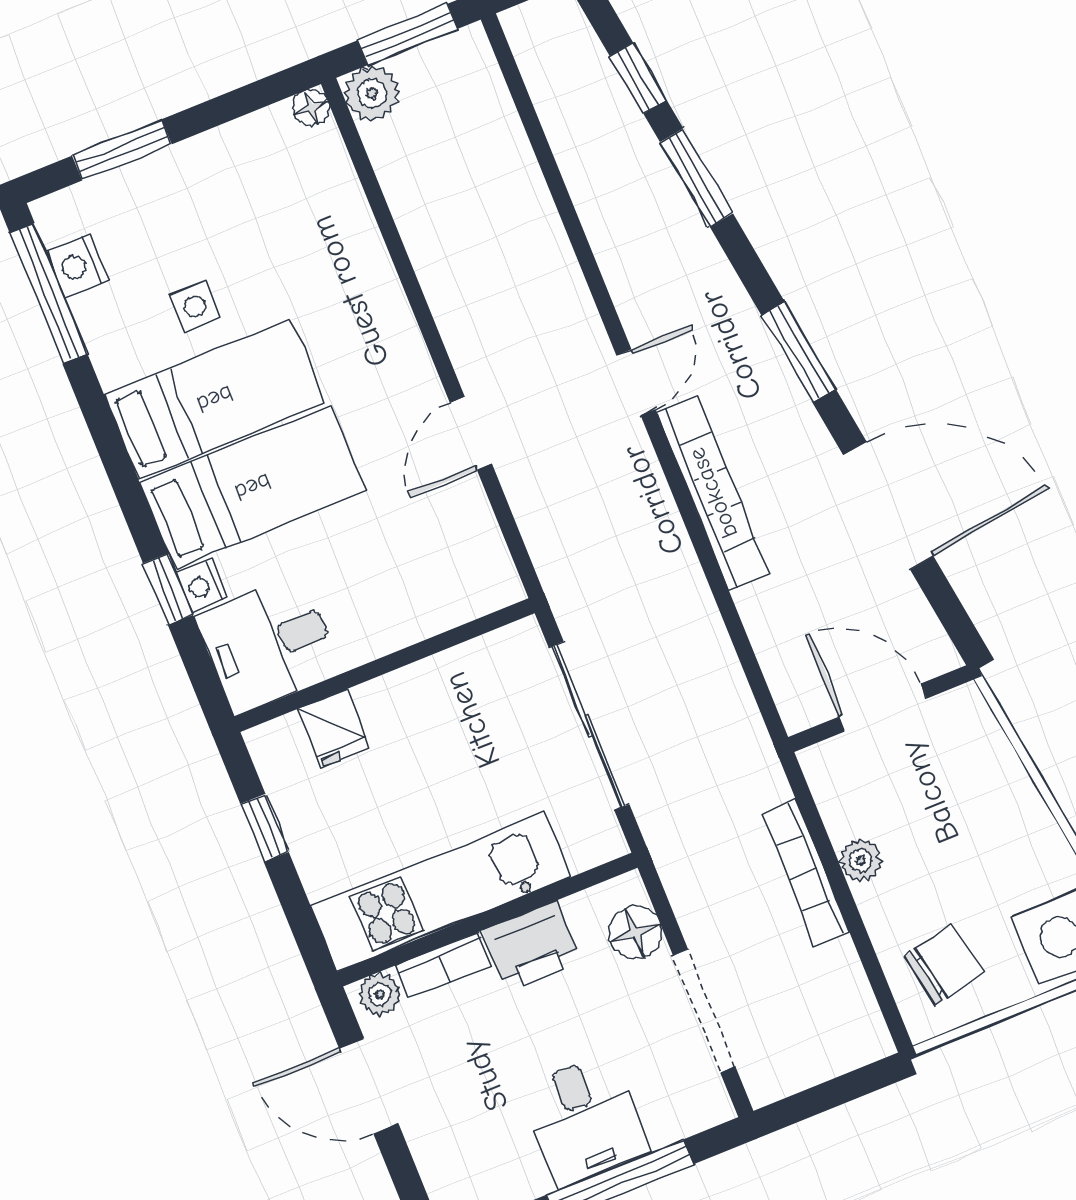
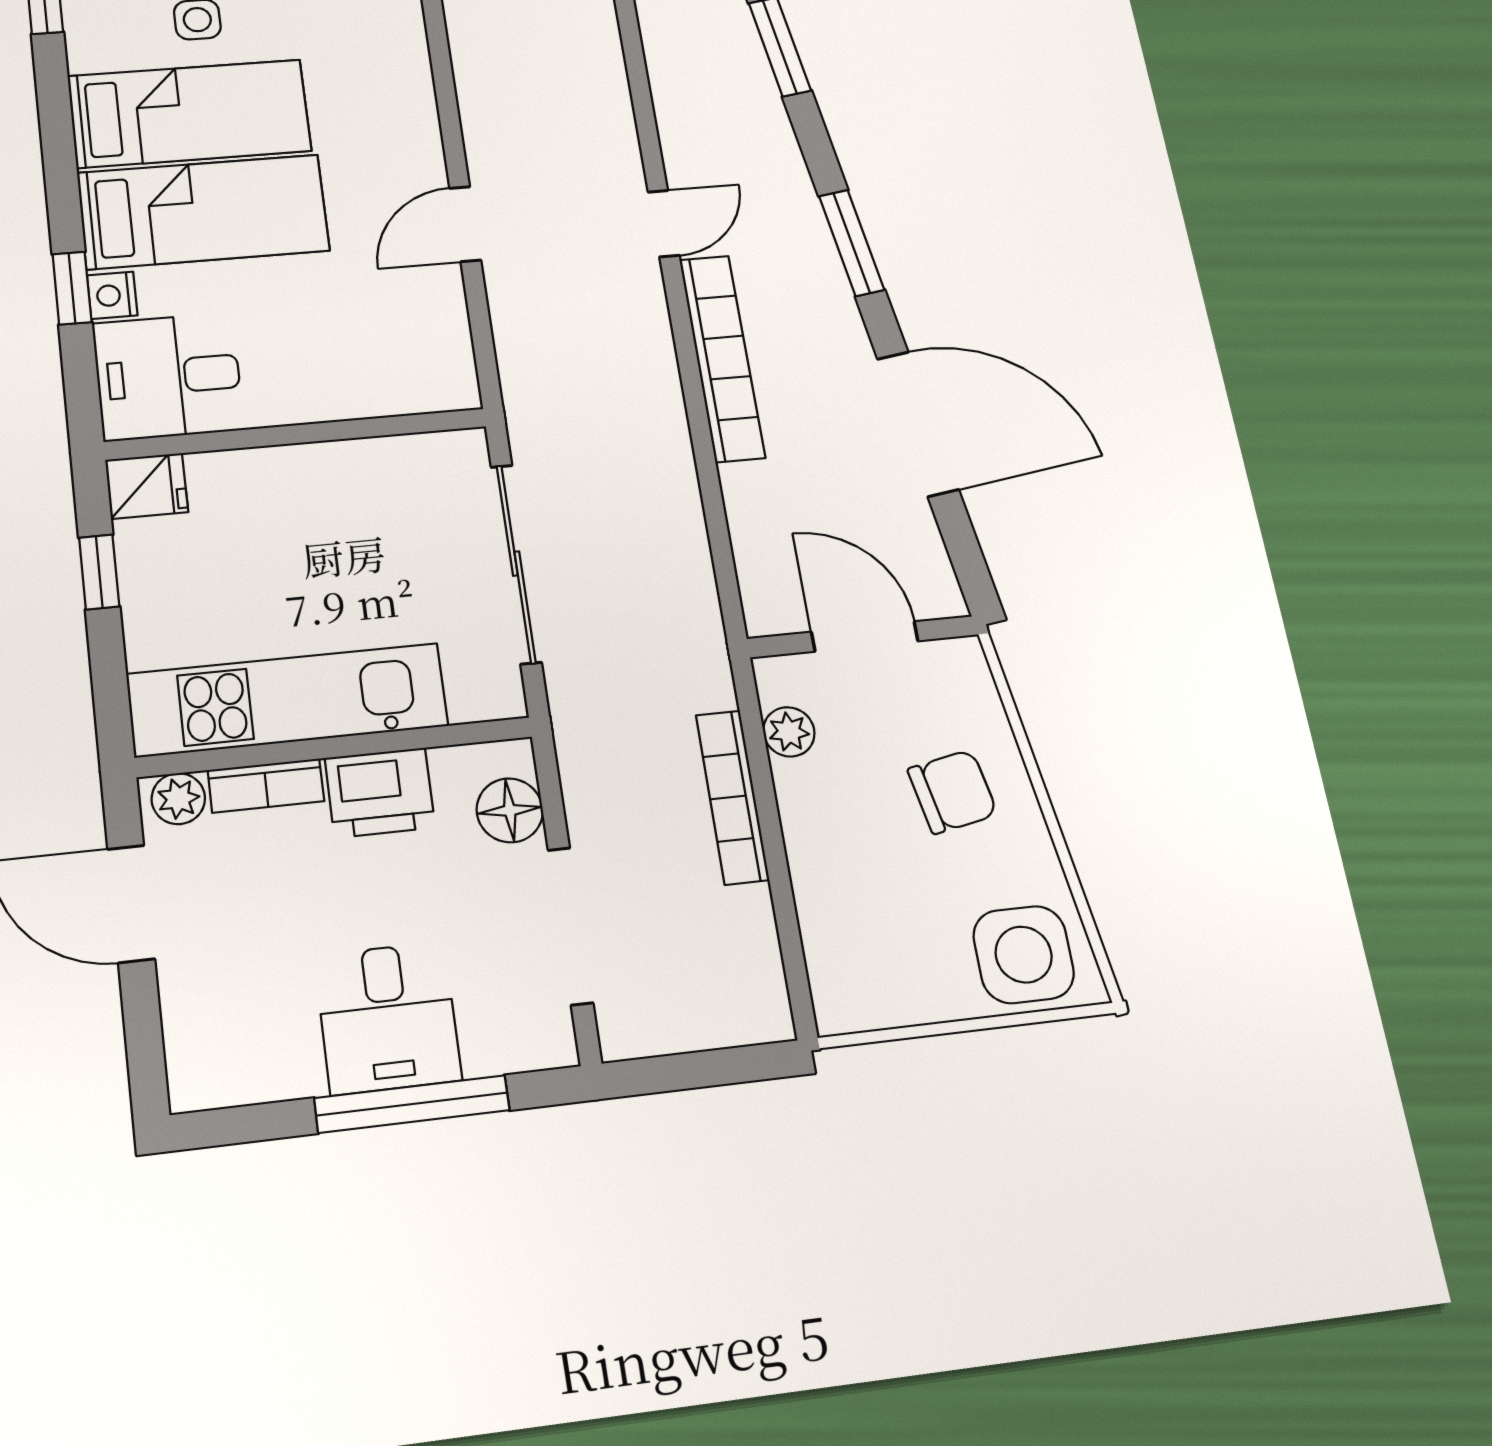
fridge: (334, 728) -> (147, 486), moved, turned -90
plant: (861, 860) -> (789, 732), moved
chair: (944, 965) -> (953, 792), moved

